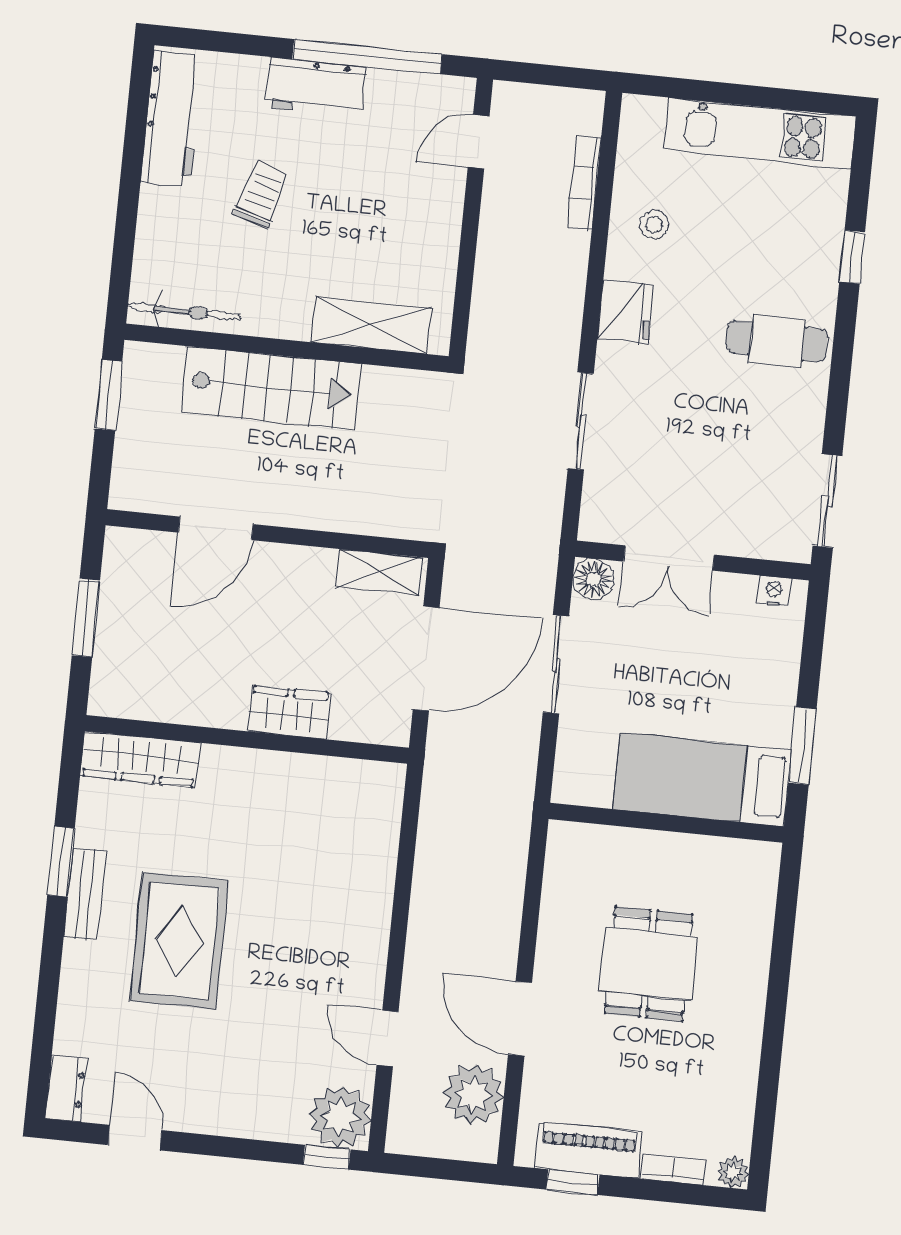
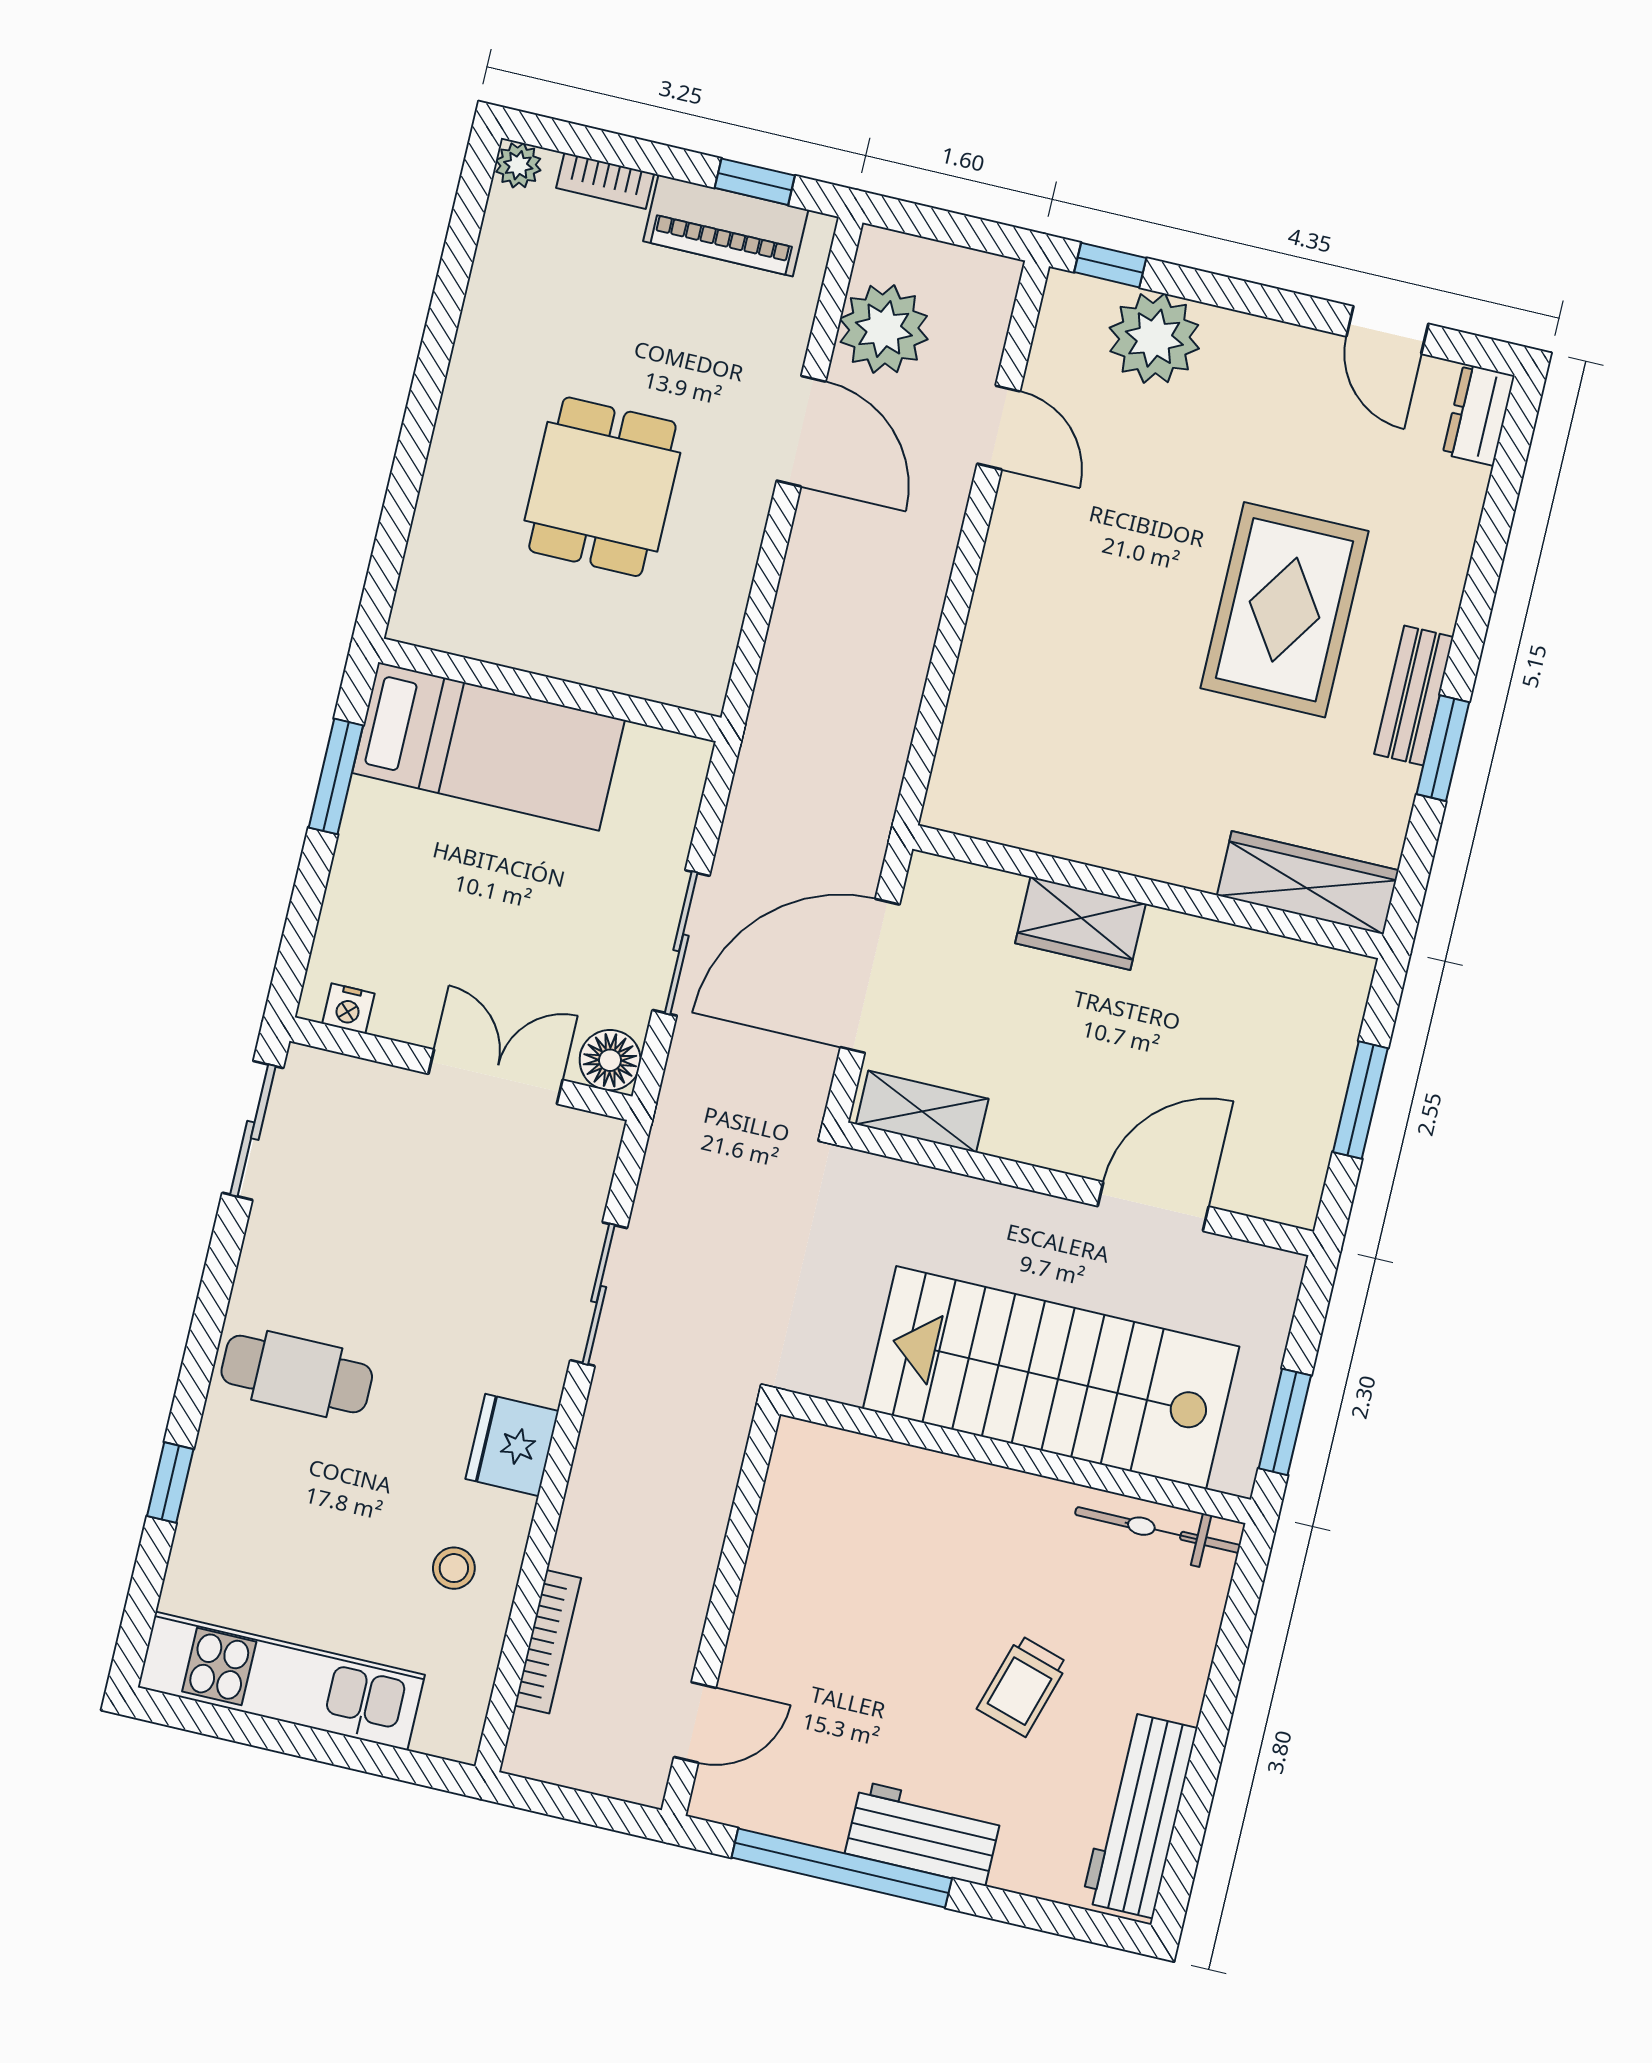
shelving: (371, 325) -> (887, 1474), removed
stairs: (271, 388) -> (1051, 1378), width x1.36, depth x1.51
plant: (340, 1117) -> (1154, 338), moved

